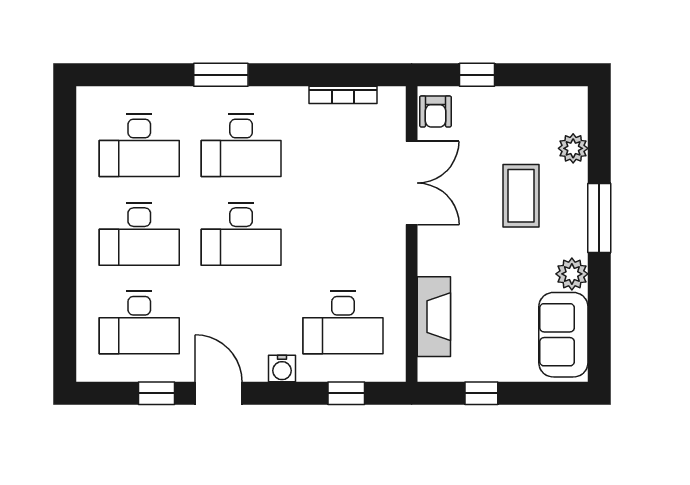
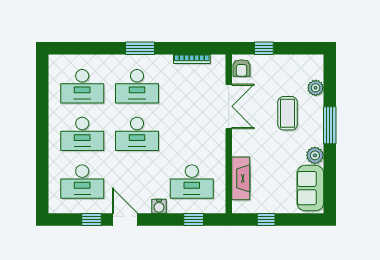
window: (221, 75) -> (140, 48), moved

